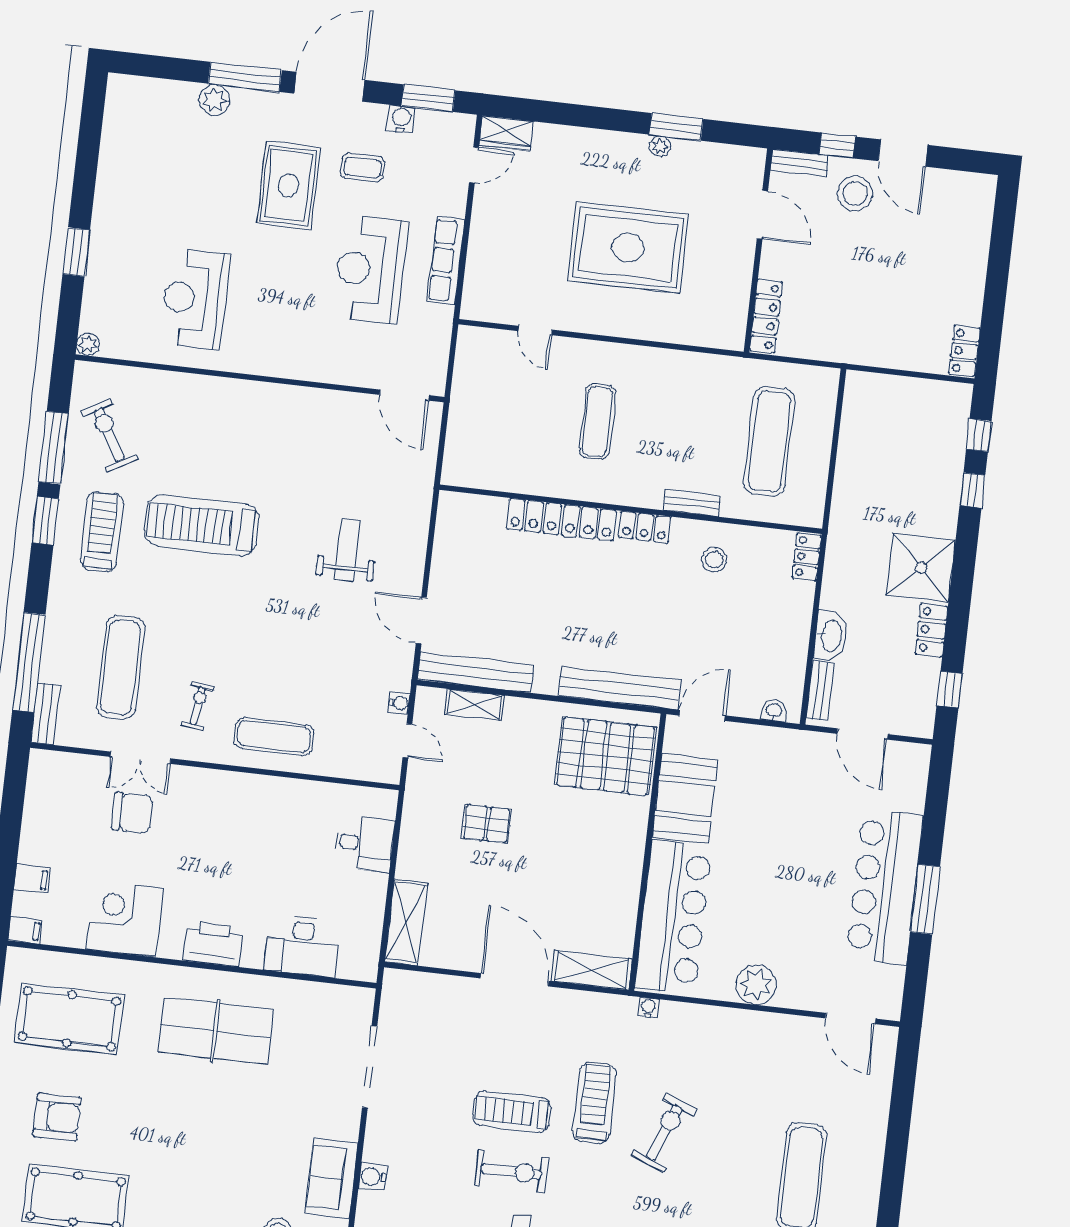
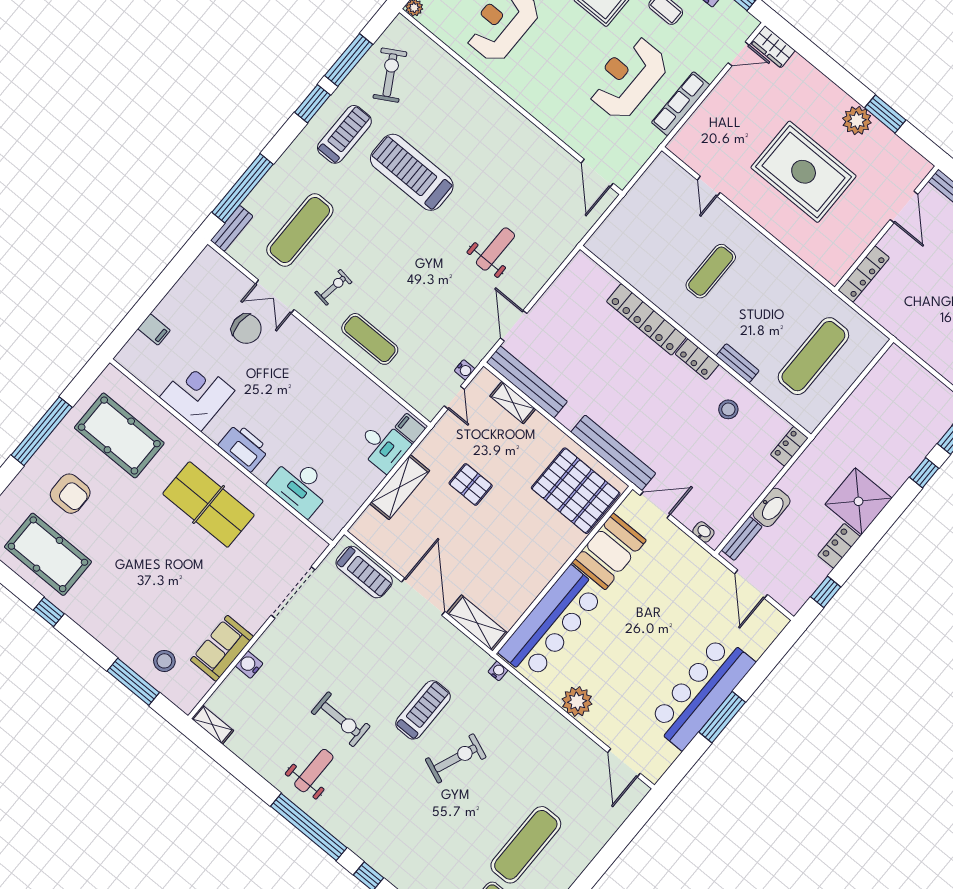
plant: (660, 146) -> (857, 121), width x1.88, depth x1.88
shelving: (406, 922) -> (400, 487), moved
filing cabinet: (25, 930) -> (410, 428), moved, turned 180
treadmill: (512, 1112) -> (364, 572), moved, turned 180

